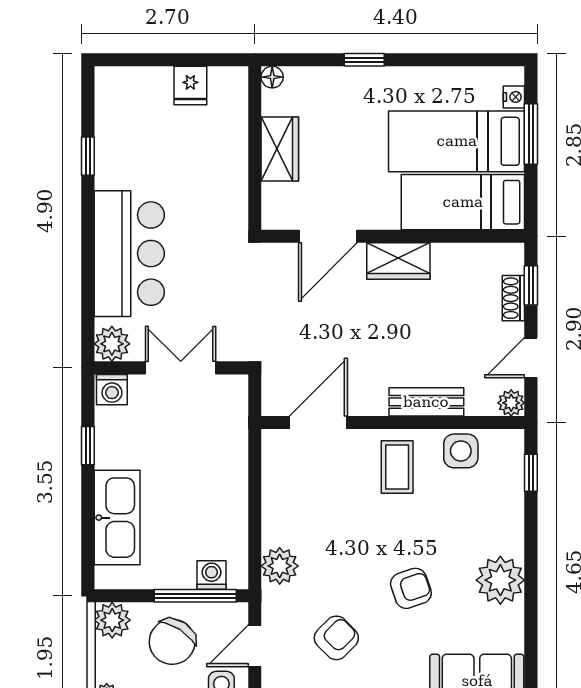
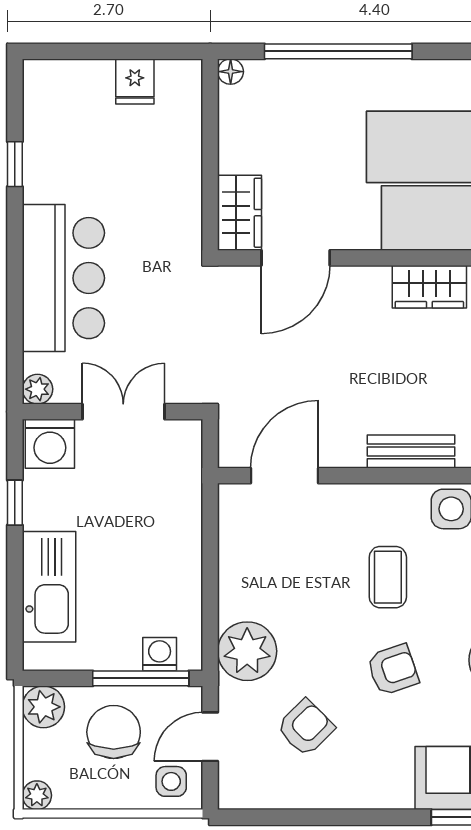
window: (364, 60) -> (338, 51), width x3.17
wardrobe: (280, 149) -> (240, 213), moved
wardrobe: (398, 261) -> (429, 287), moved
plant: (112, 344) -> (38, 389), width x0.73, depth x0.73
washing machine: (112, 390) -> (50, 444), width x1.38, depth x1.38
coffee table: (397, 467) -> (388, 577), moved
plant: (280, 566) -> (247, 651), width x1.36, depth x1.36
chair: (172, 642) -> (114, 732), turned 147

